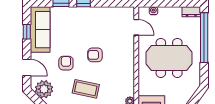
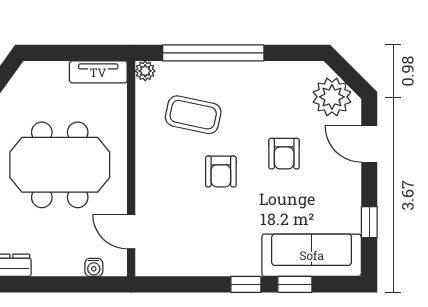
sofa: (40, 30) -> (312, 255), moved, turned 90
armchair: (95, 55) -> (221, 172), turned 90
coffee table: (86, 89) -> (193, 115), moved

